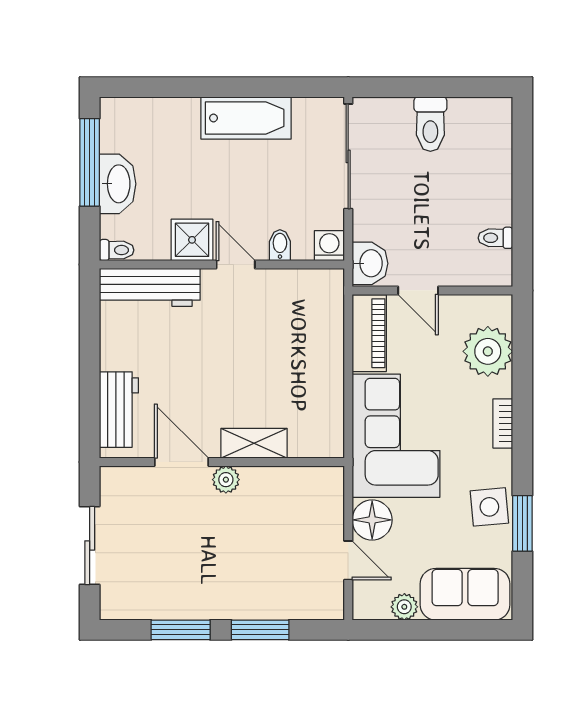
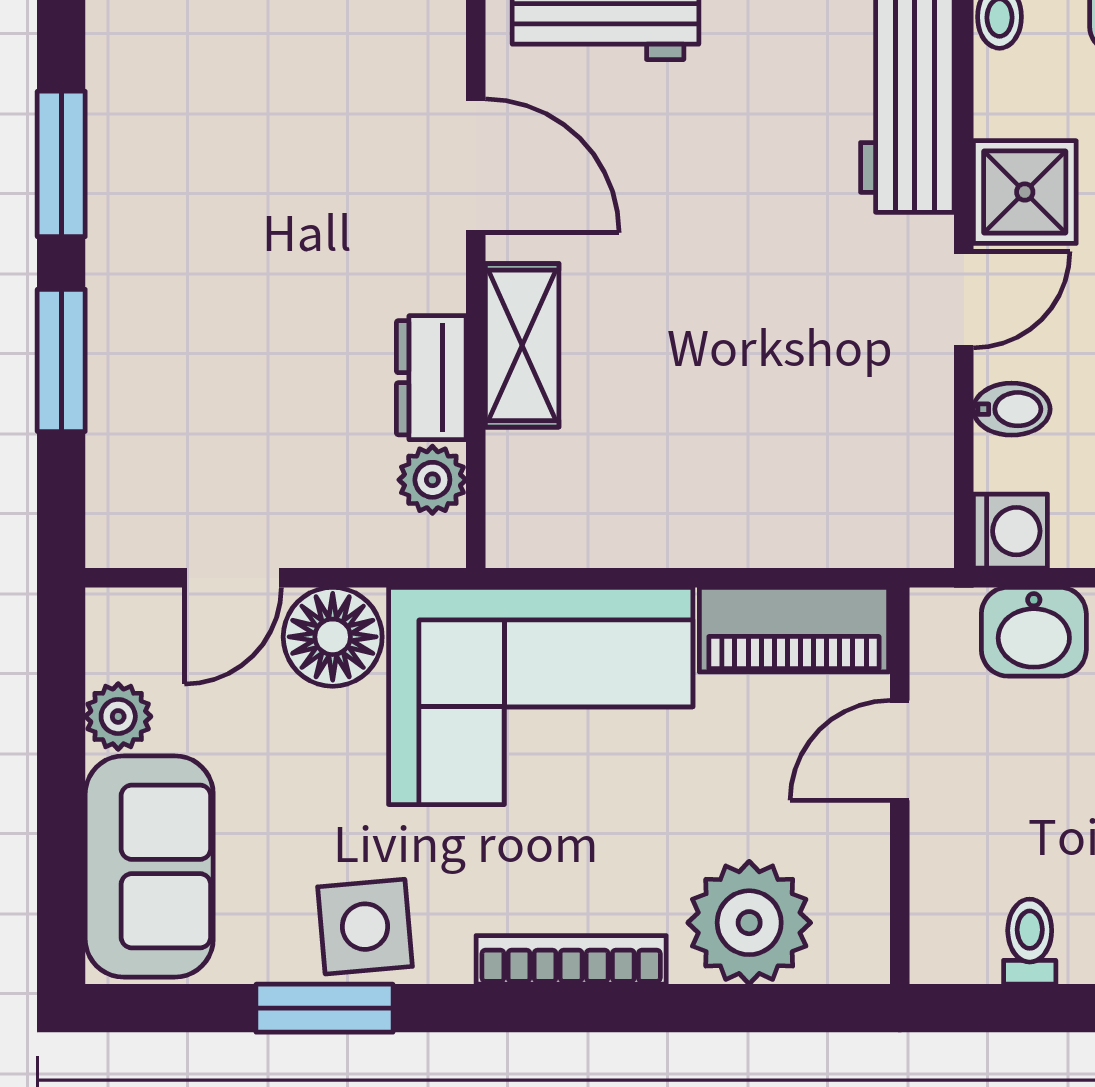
washbasin: (370, 263) -> (1034, 632), moved
bookcase: (503, 423) -> (571, 960), width x1.56
door: (181, 462) -> (476, 166), hinge flipped
plant: (226, 480) -> (432, 480), moved
dresser: (267, 480) -> (431, 378), added

